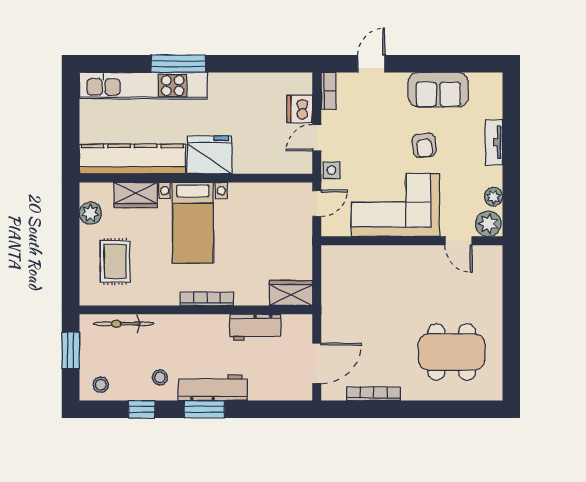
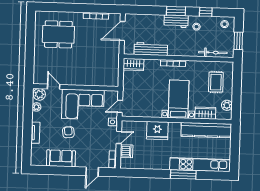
fridge: (210, 155) -> (157, 131), moved
workbench: (255, 327) -> (151, 49), width x1.38
workbench: (213, 388) -> (176, 21), width x0.73

